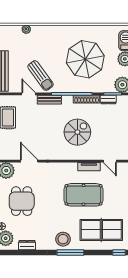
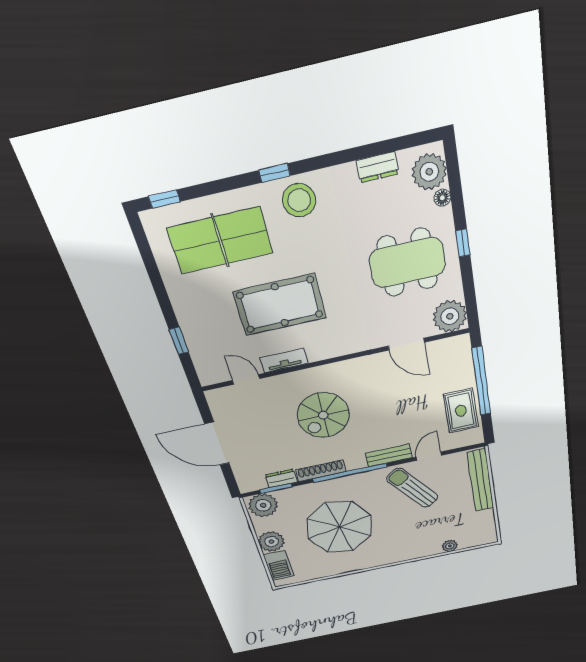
door: (29, 94) -> (429, 456), swing flipped
dining table: (22, 201) -> (407, 263), width x1.38
window: (70, 252) -> (275, 173), width x0.46

